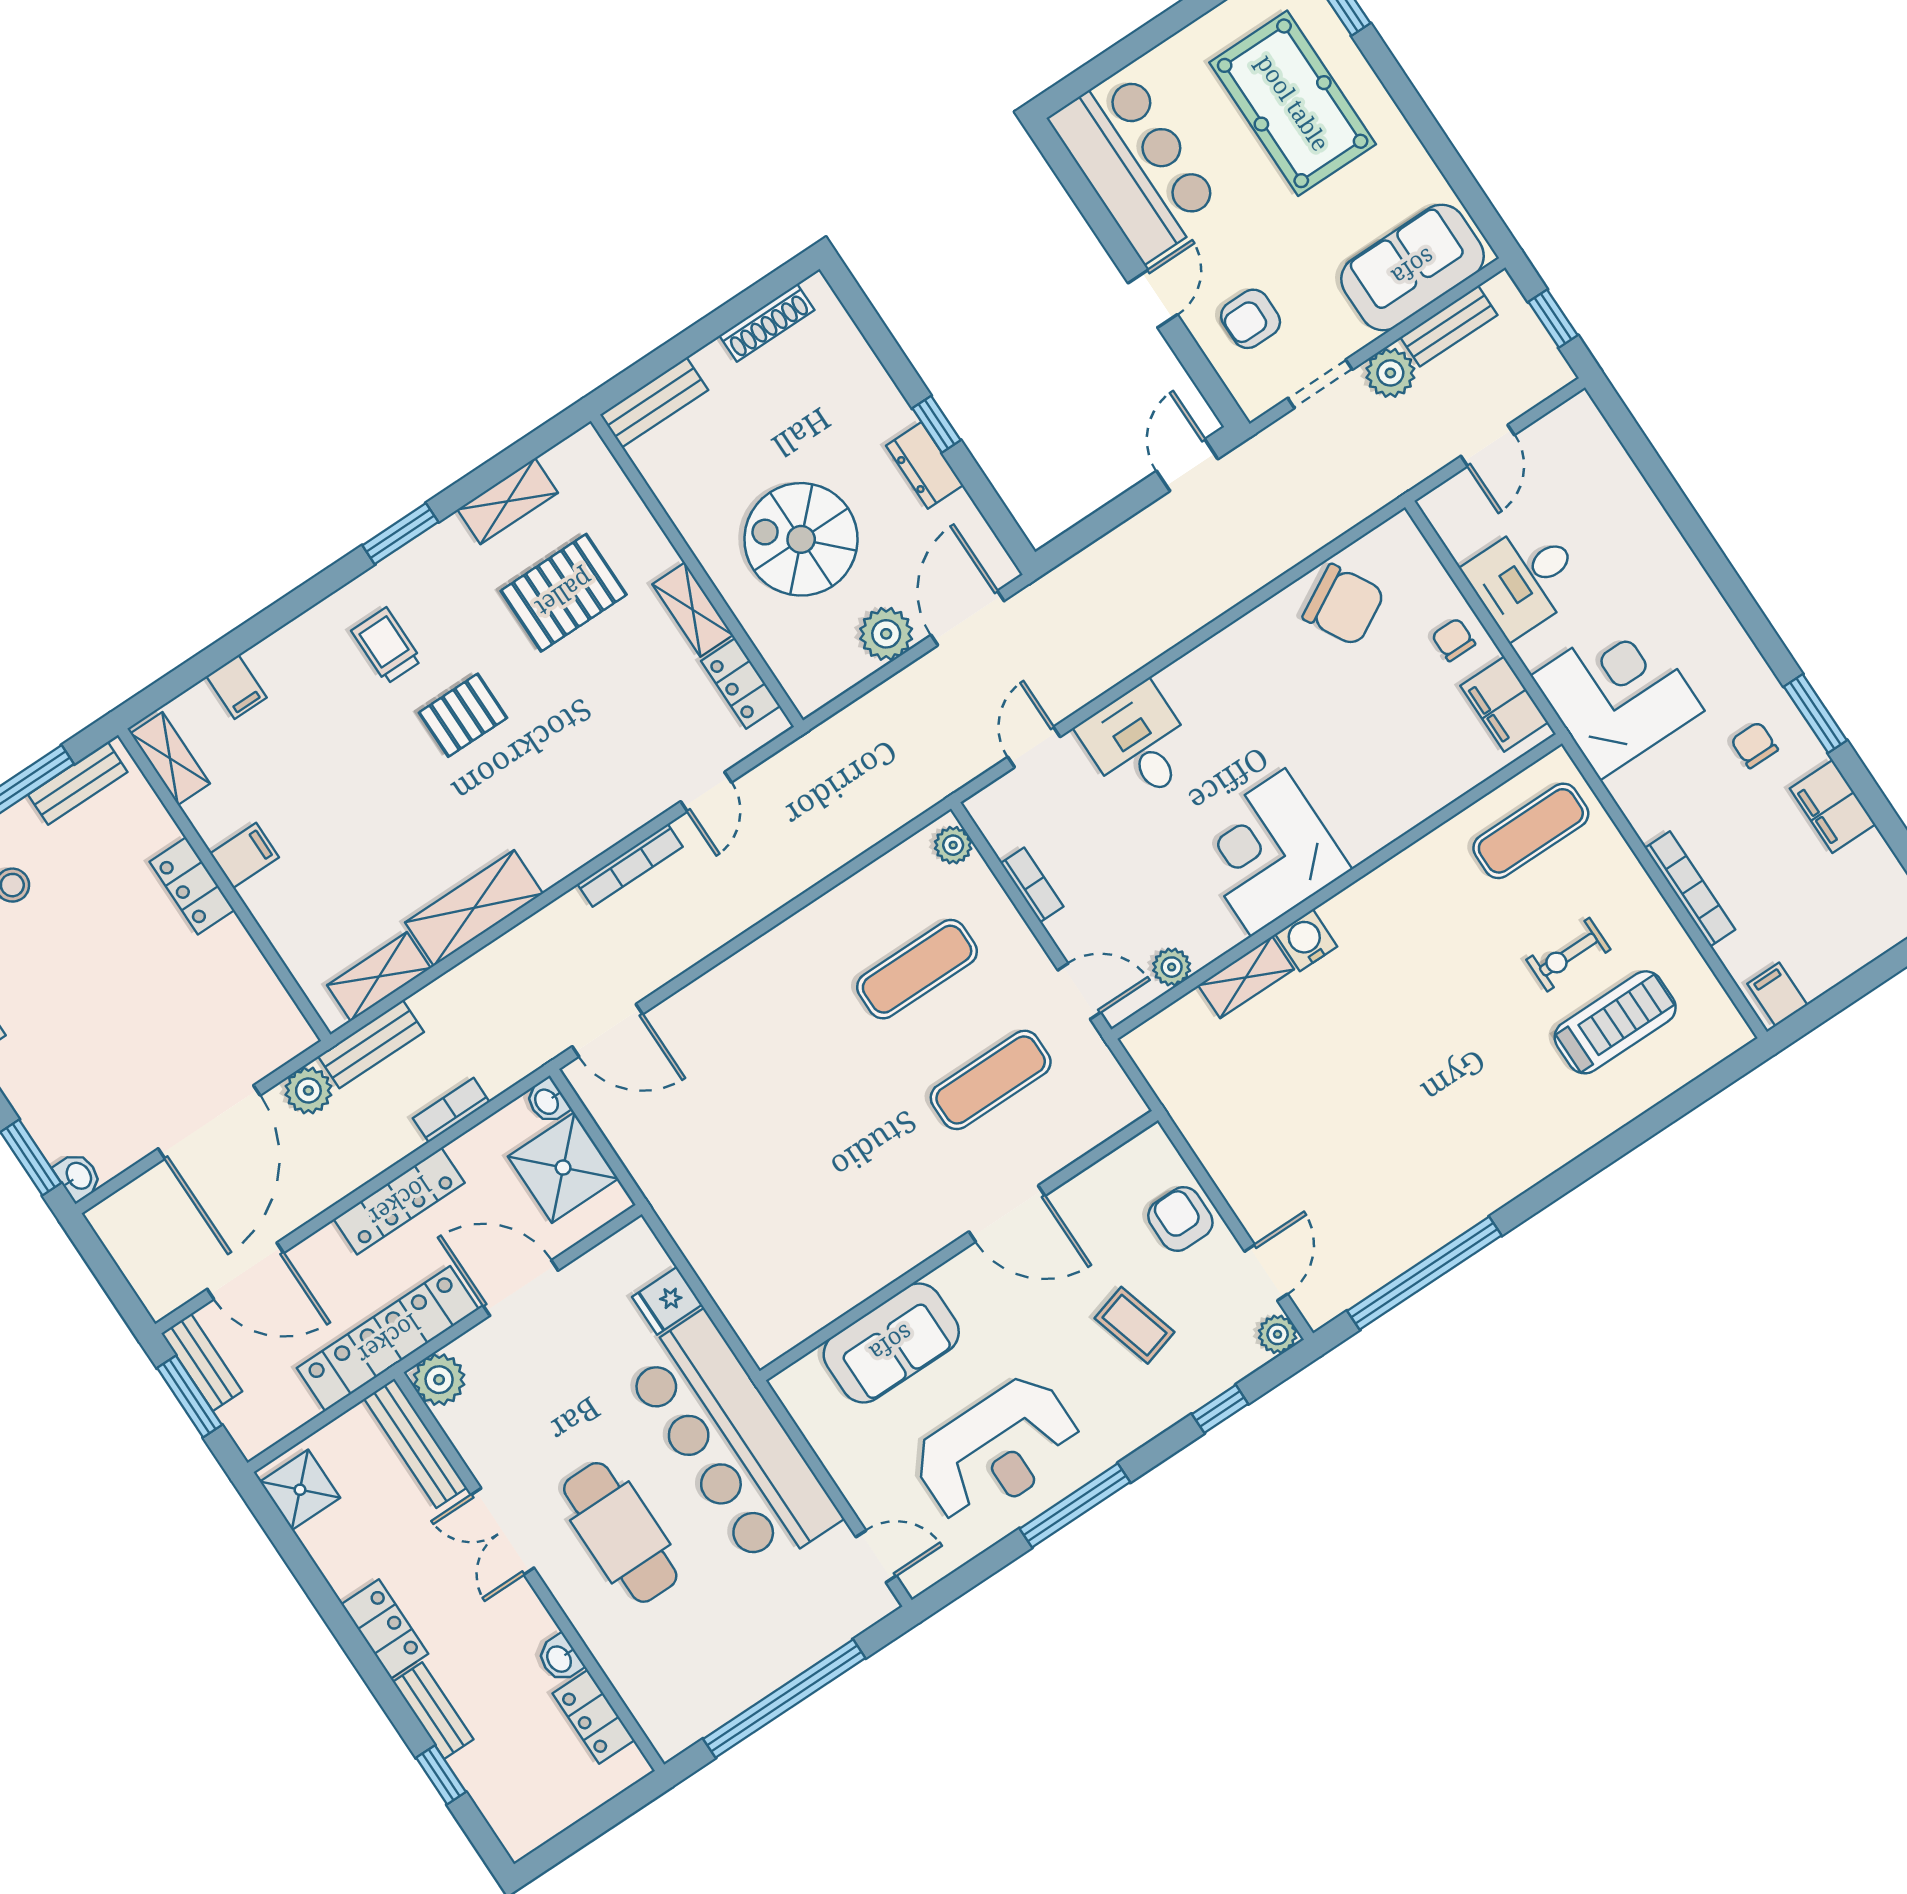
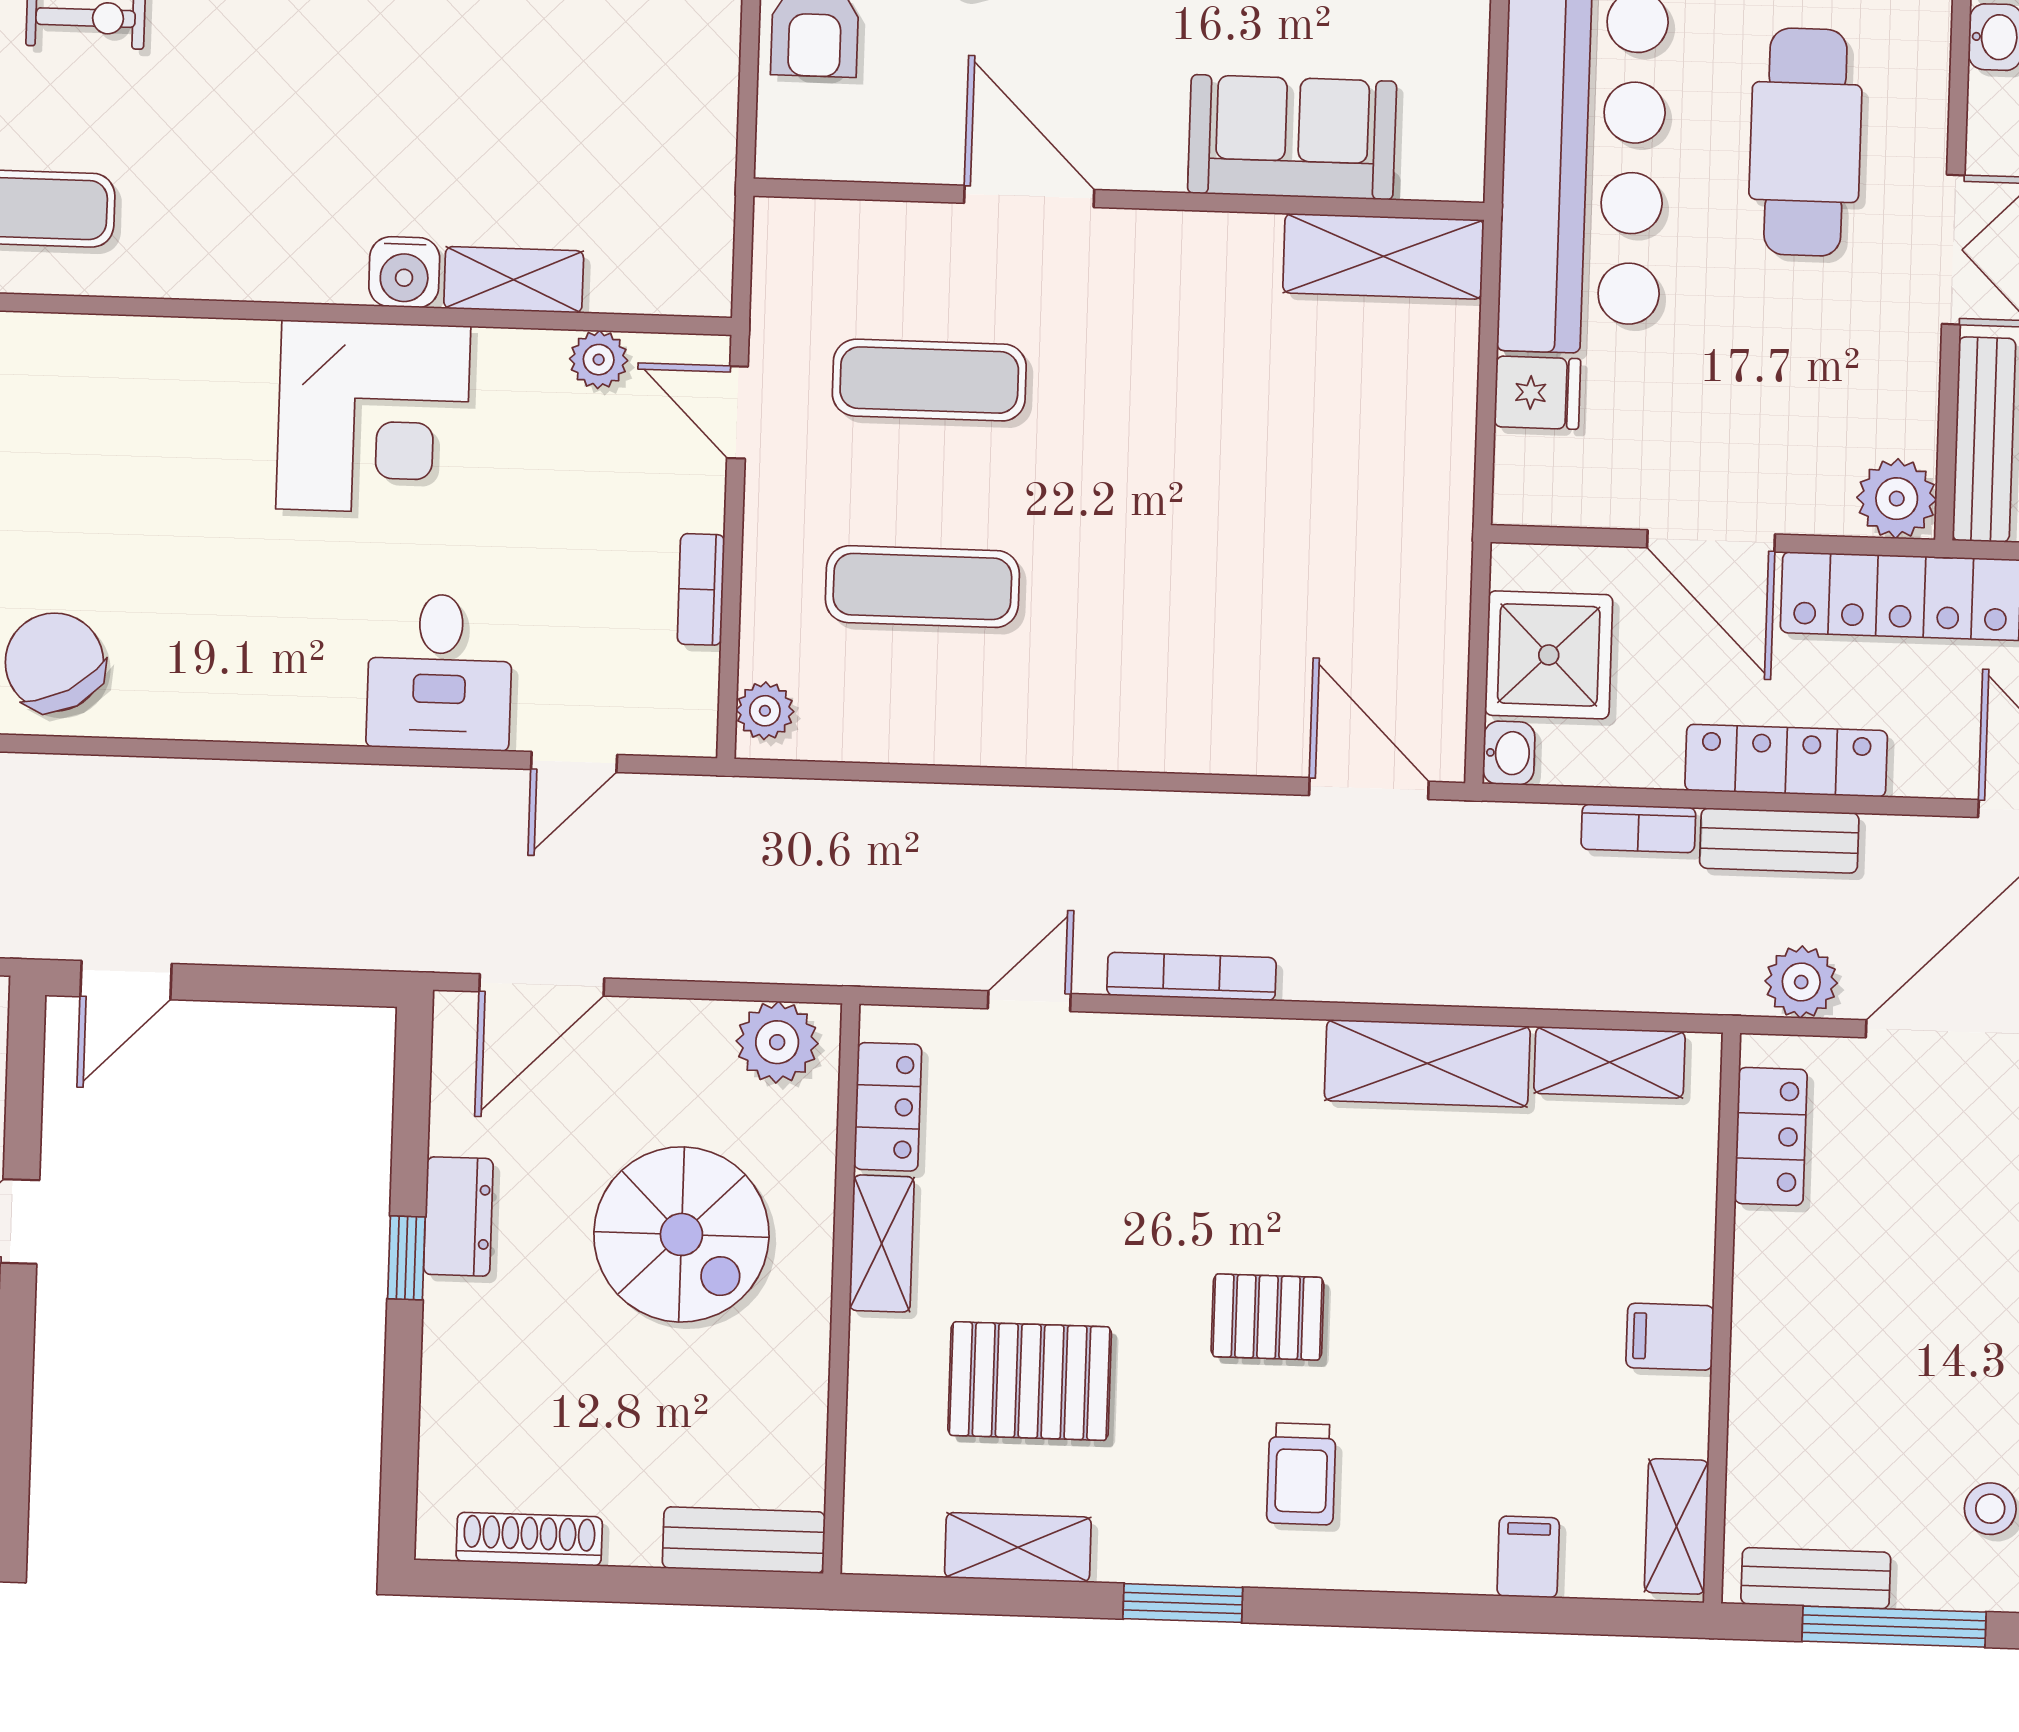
plant: (886, 634) -> (777, 1042), moved
locker: (192, 886) -> (1771, 1136), moved
bench: (371, 1044) -> (1779, 841), moved
shelving: (799, 1315) -> (1383, 256), added

